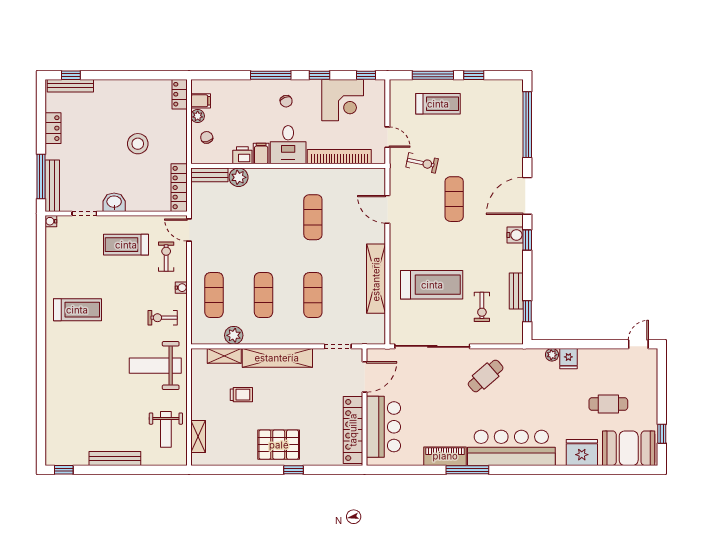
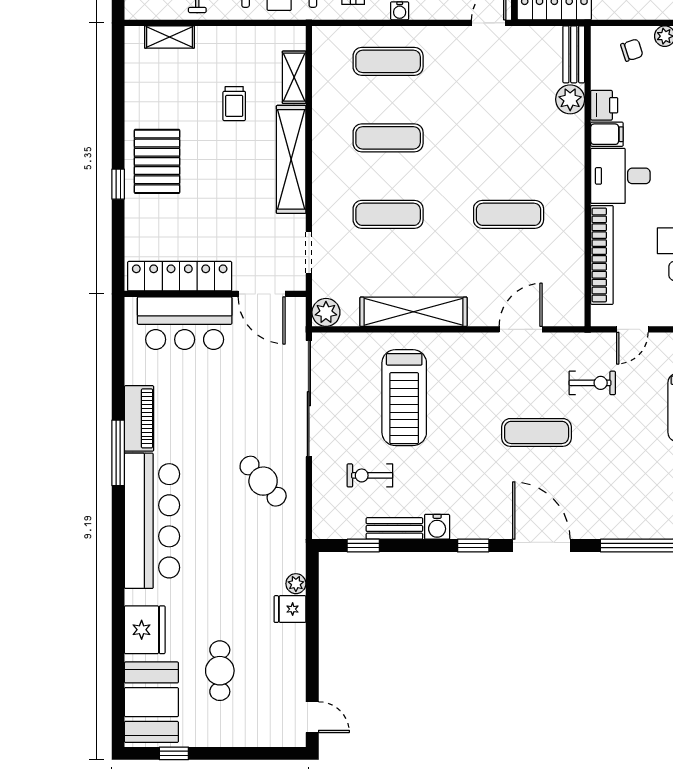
exercise bike: (422, 163) -> (592, 383), turned -102
water cooler: (515, 235) -> (437, 527), moved
plant: (234, 335) -> (326, 312), moved

